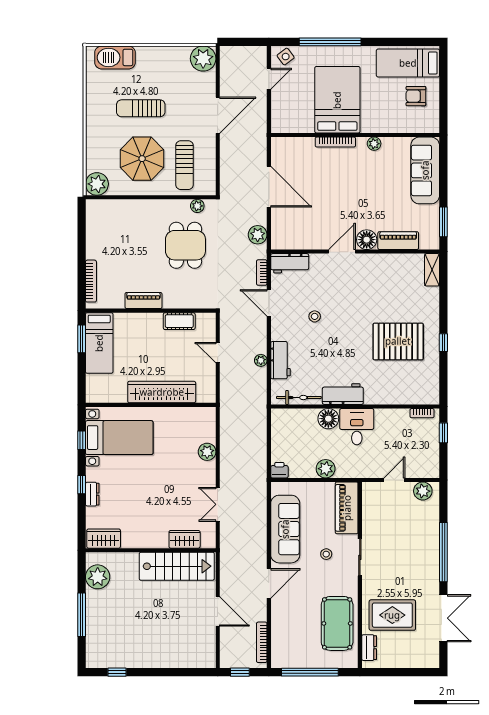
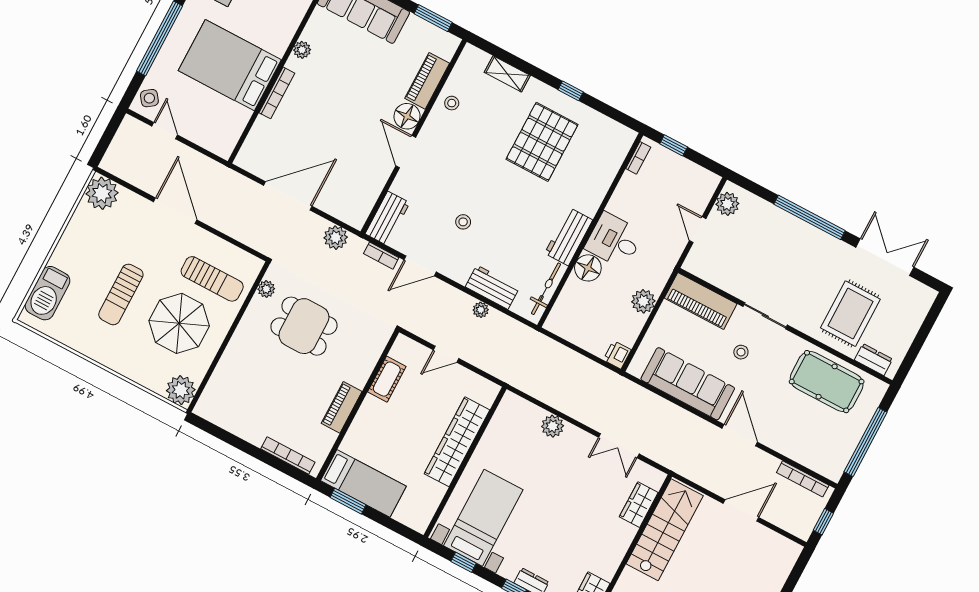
stool: (392, 265) -> (452, 103), added
shelving: (432, 270) -> (507, 74), moved

